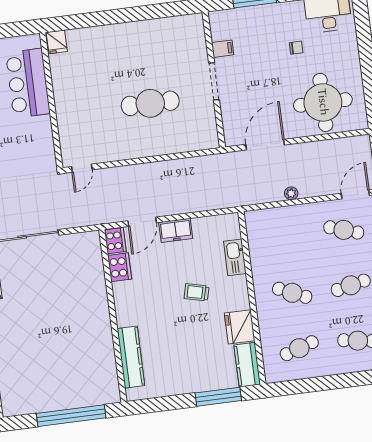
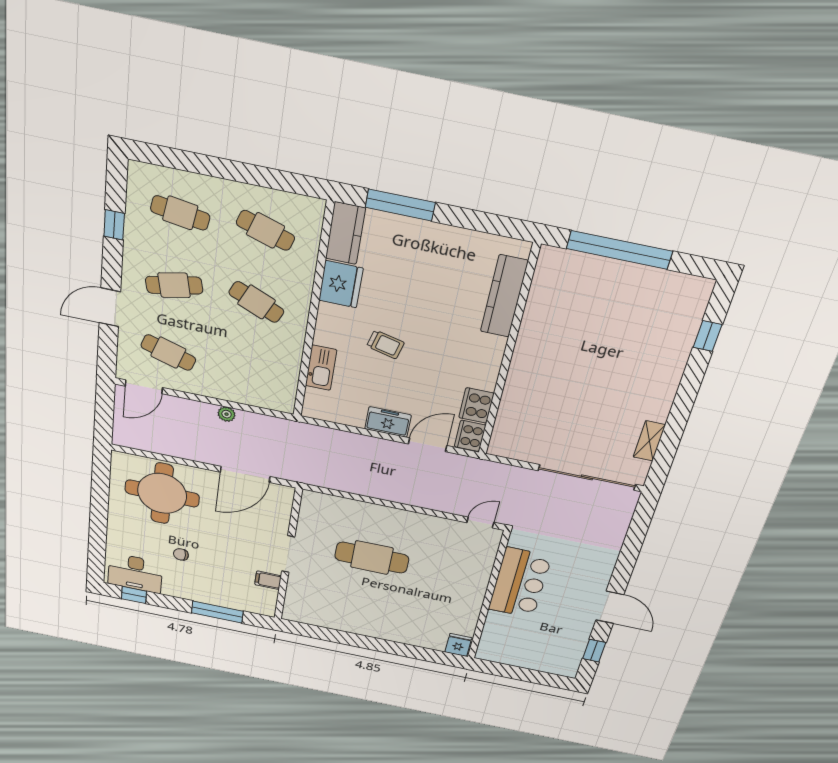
bar counter: (28, 83) -> (520, 583), moved
cafe table: (299, 348) -> (265, 230), turned 36

